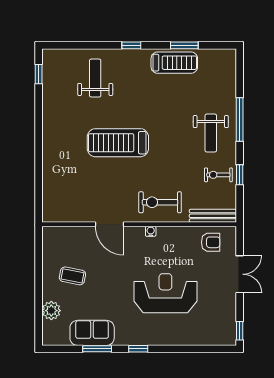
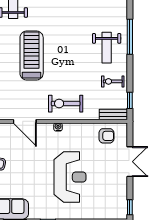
treadmill: (118, 143) -> (32, 55), turned 90
window: (240, 175) -> (130, 100), moved
bench: (213, 216) -> (113, 114), width x0.73
reception desk: (165, 293) -> (70, 177), turned 90

